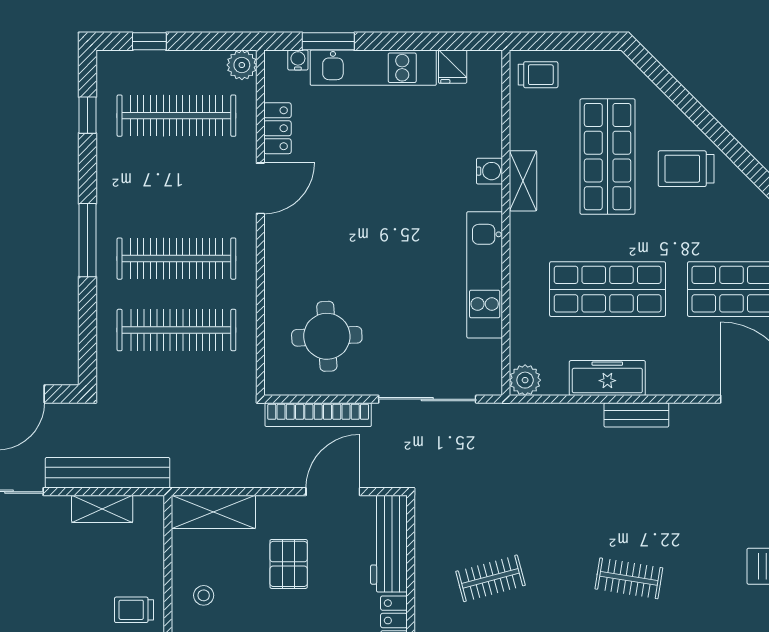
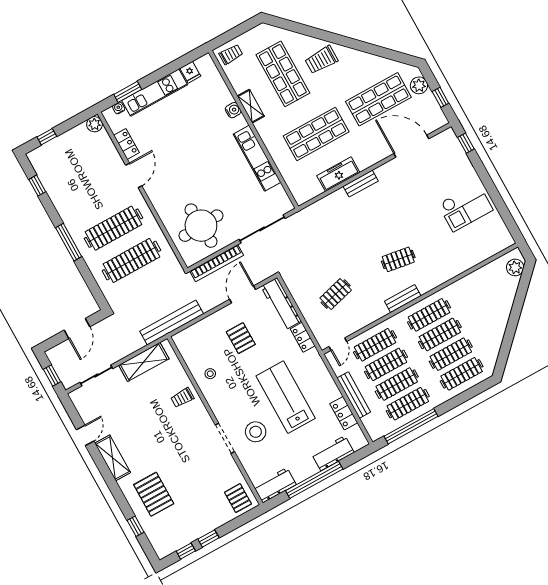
clothes rail: (176, 116) -> (78, 164), removed
round table: (327, 336) -> (201, 226), width x1.36, depth x1.36
plant: (525, 380) -> (302, 196), removed
bench: (108, 473) -> (172, 323), moved
shelving: (102, 509) -> (144, 362), width x1.50, depth x1.33
shelving: (213, 512) -> (194, 333), removed

